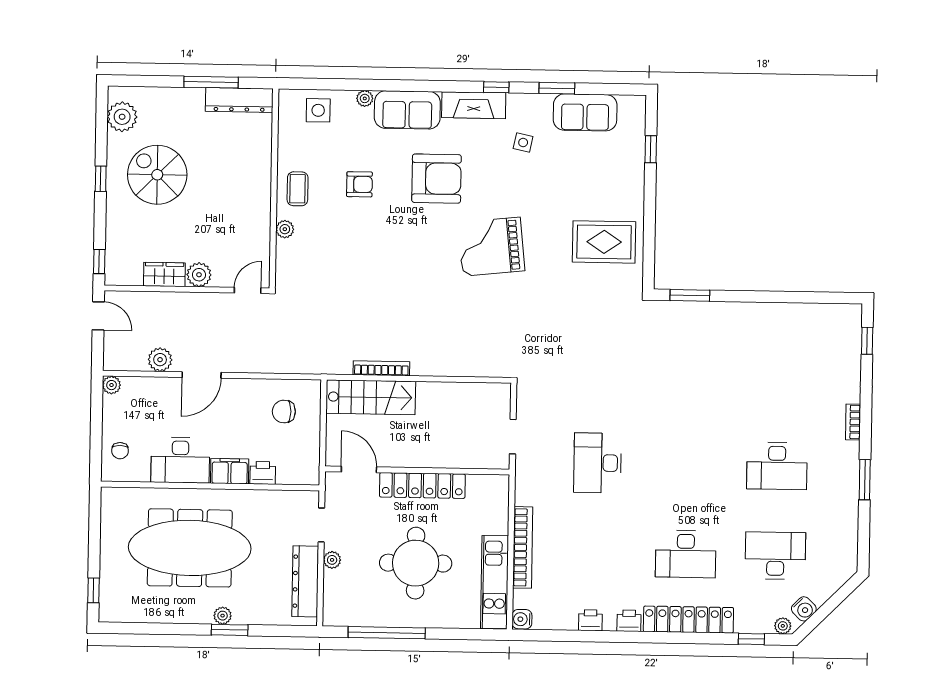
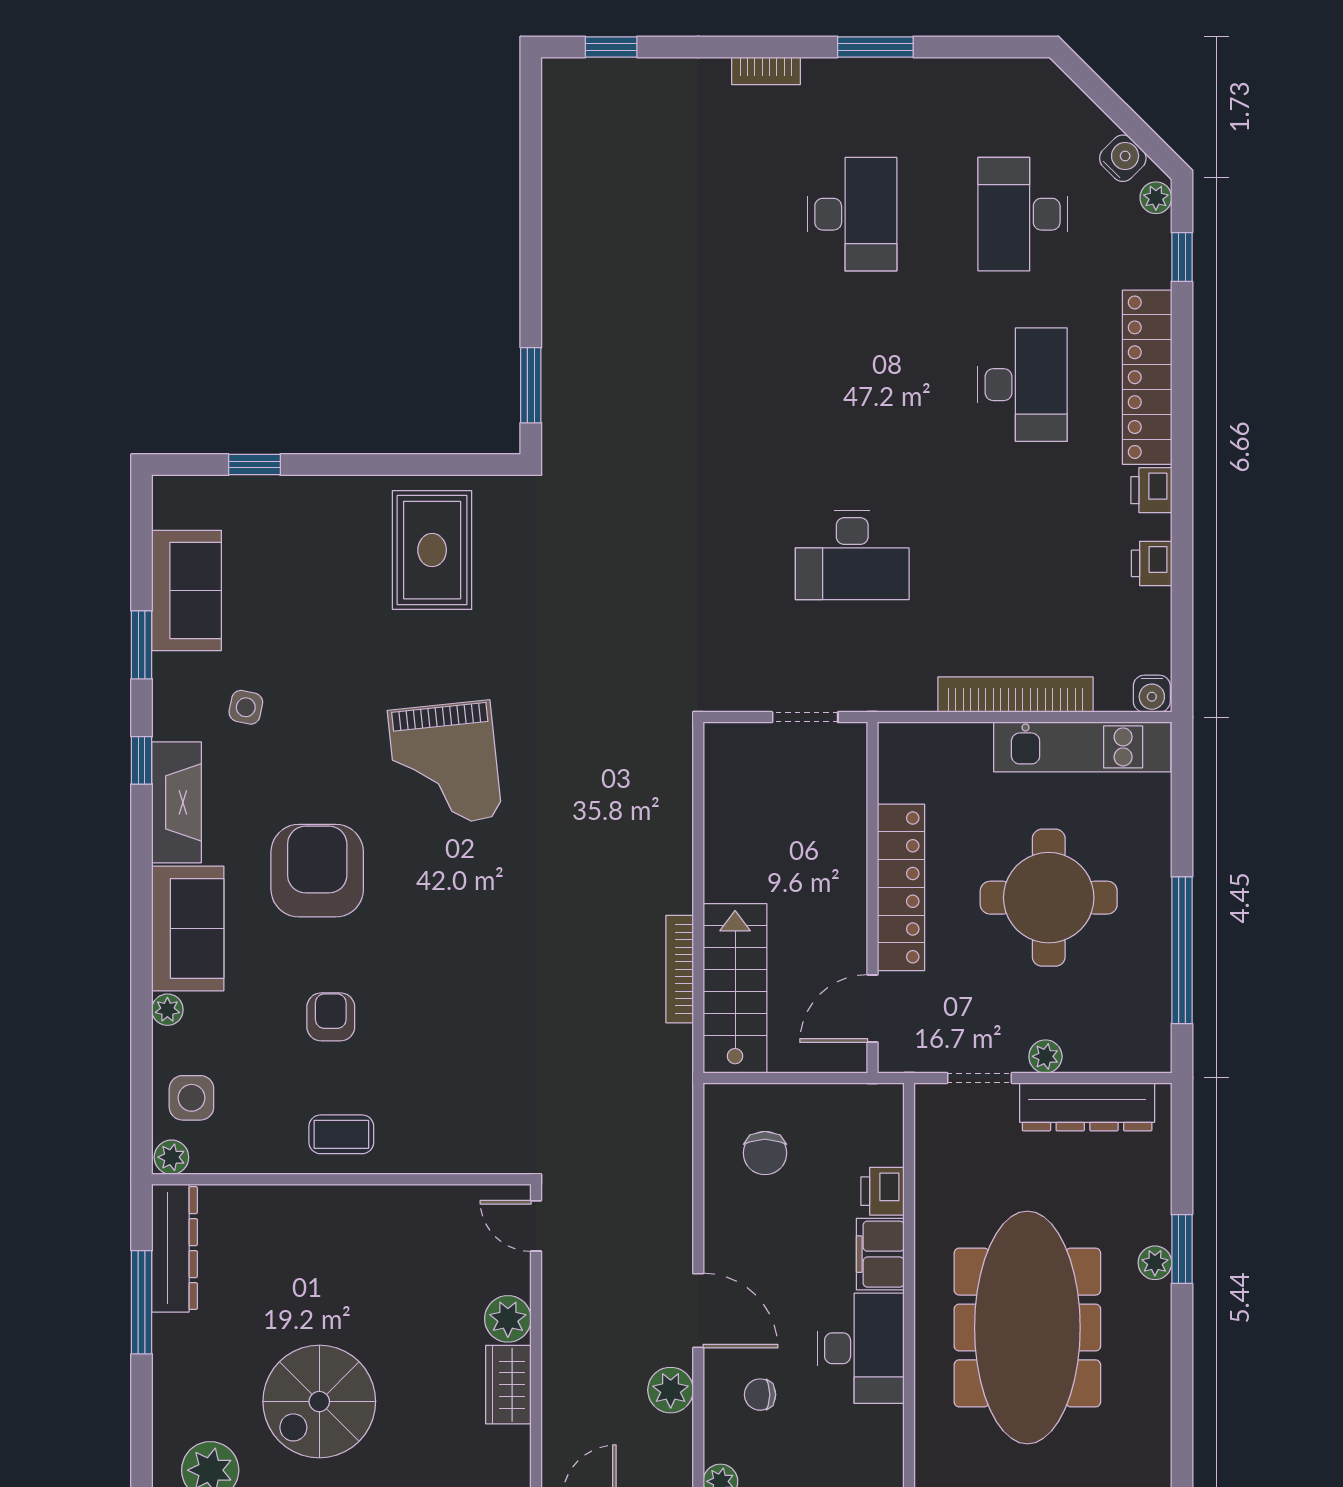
plant: (285, 229) -> (171, 1157), moved
chair: (120, 451) -> (760, 1395), moved, turned 180

